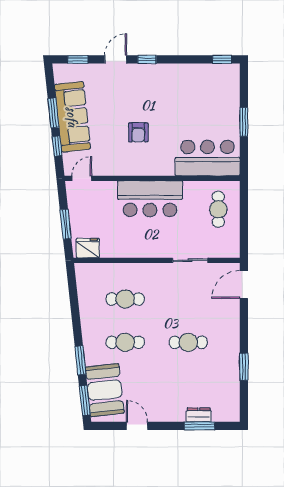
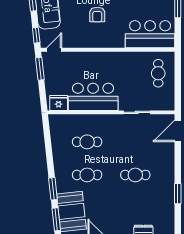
window: (57, 146) -> (36, 35), moved
bar counter: (150, 199) -> (93, 97), moved, turned 180
window: (66, 224) -> (40, 69), moved

